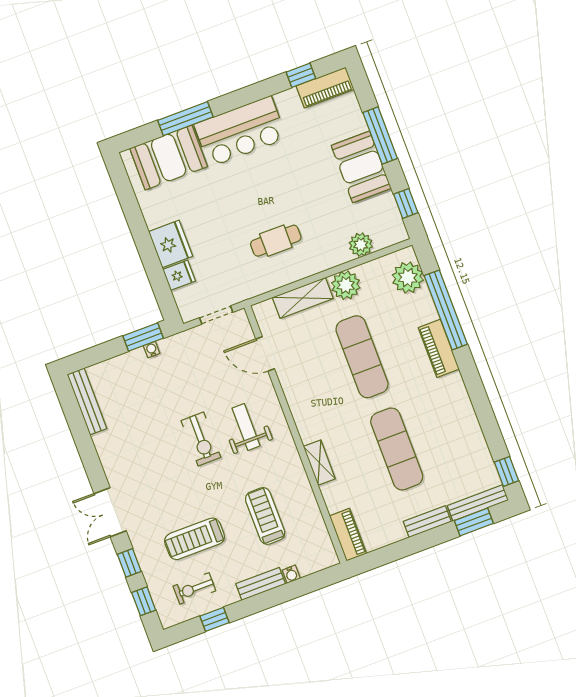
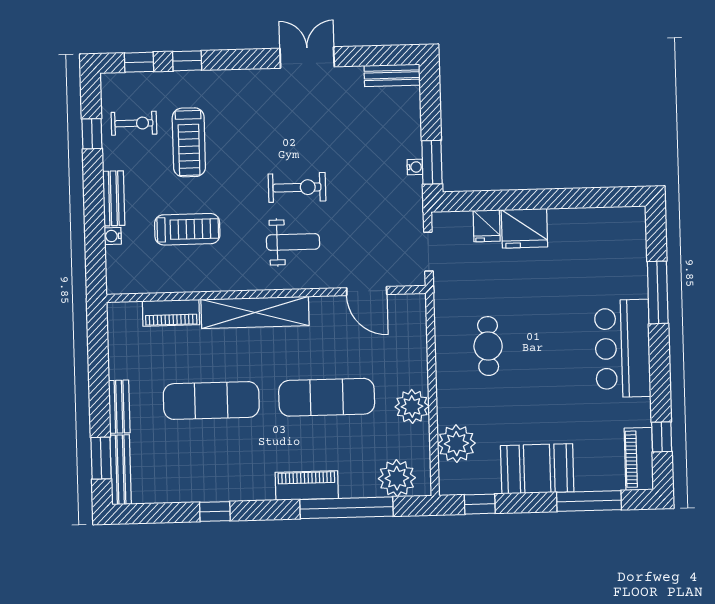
window: (380, 136) -> (589, 501), moved
booth: (169, 158) -> (621, 259), removed
plant: (361, 245) -> (456, 444), width x1.36, depth x1.36
shelving: (303, 298) -> (414, 354), removed
door: (265, 354) -> (367, 291), swing flipped
bench: (87, 401) -> (392, 75), width x0.73
exercise bike: (201, 439) -> (297, 187), turned 180
shelving: (319, 463) -> (255, 312), width x2.20, depth x1.33
window: (506, 471) -> (215, 511), moved
double door: (110, 512) -> (307, 57), moved
piano: (348, 535) -> (171, 313), moved
treadmill: (195, 539) -> (189, 142), turned 180
exercise bike: (194, 588) -> (134, 123), turned 90

